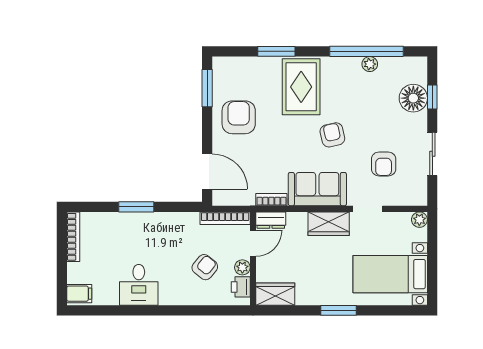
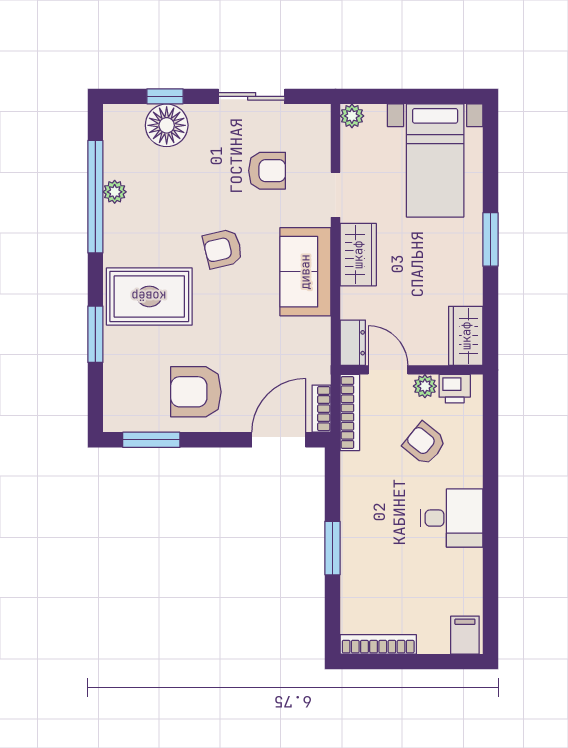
bookcase: (271, 200) -> (321, 409), moved
desk: (139, 285) -> (451, 518), moved

